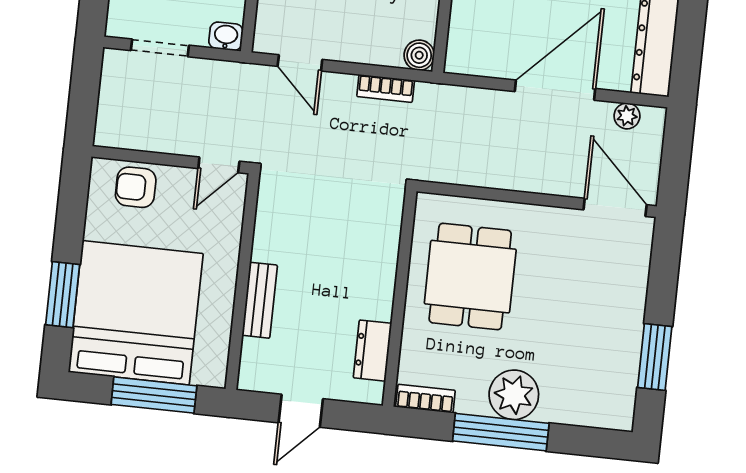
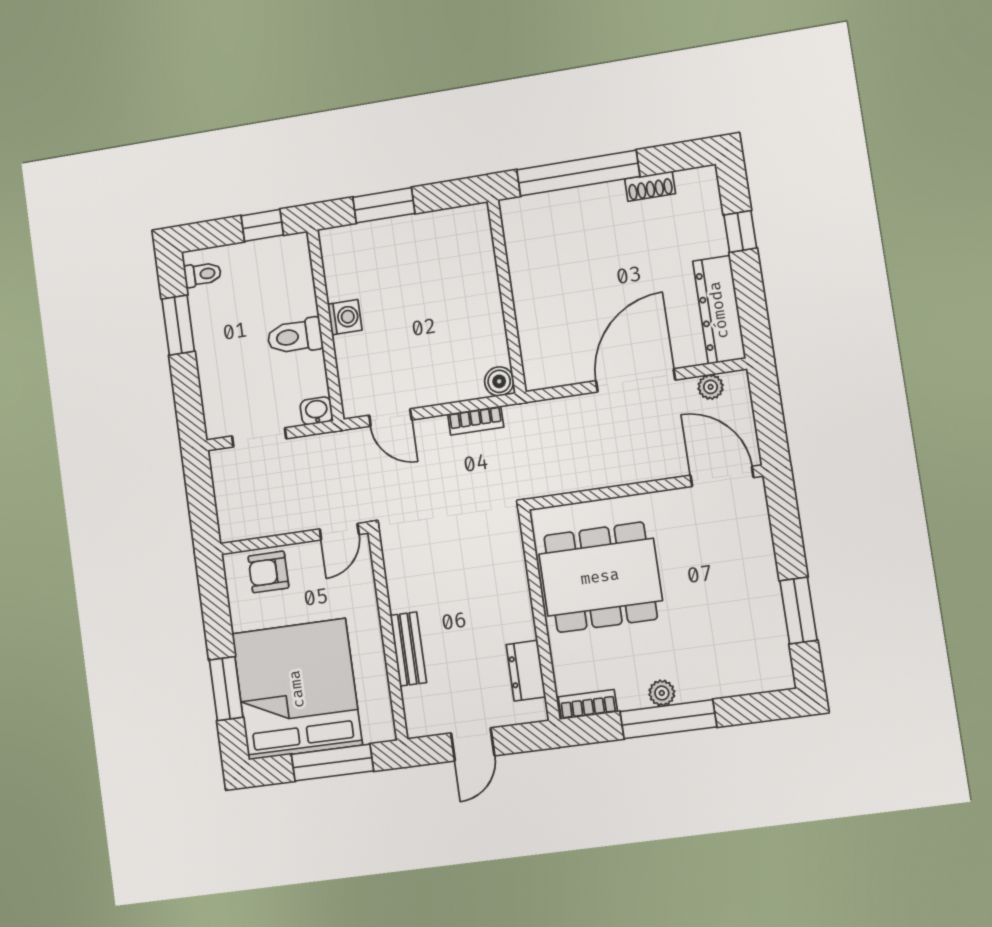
dining table: (470, 277) -> (600, 577), width x1.38
plant: (514, 395) -> (662, 693), width x0.53, depth x0.53

